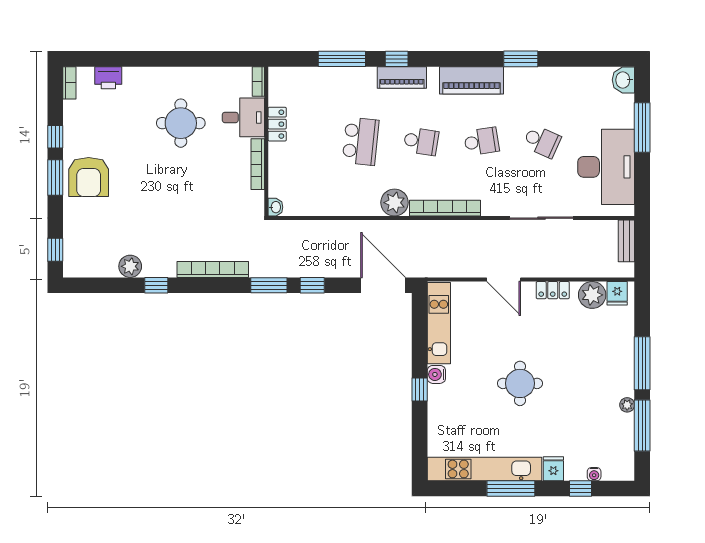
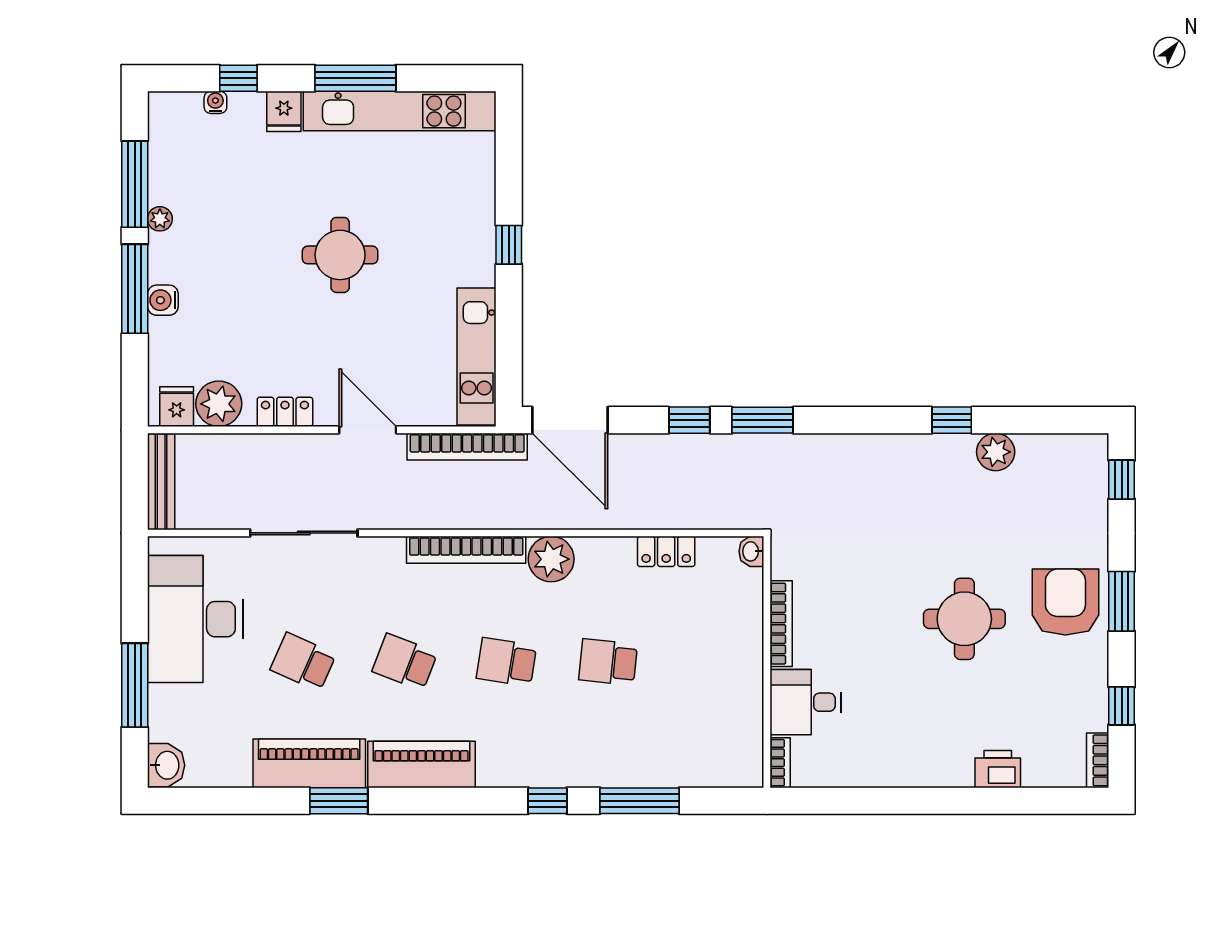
printer: (108, 78) -> (998, 769), moved
piano: (402, 78) -> (309, 763), moved, width x1.37, depth x1.33
round table: (181, 123) -> (964, 619), moved
locker: (277, 124) -> (666, 551), moved, turned -90
window: (55, 137) -> (1122, 706), moved
school desk: (361, 141) -> (608, 662), width x0.54
school desk: (481, 141) -> (405, 662), turned 30
bench: (626, 241) -> (161, 482), width x1.36
bookcase: (213, 269) -> (467, 447), moved
water cooler: (436, 374) -> (163, 300), moved, turned 180

